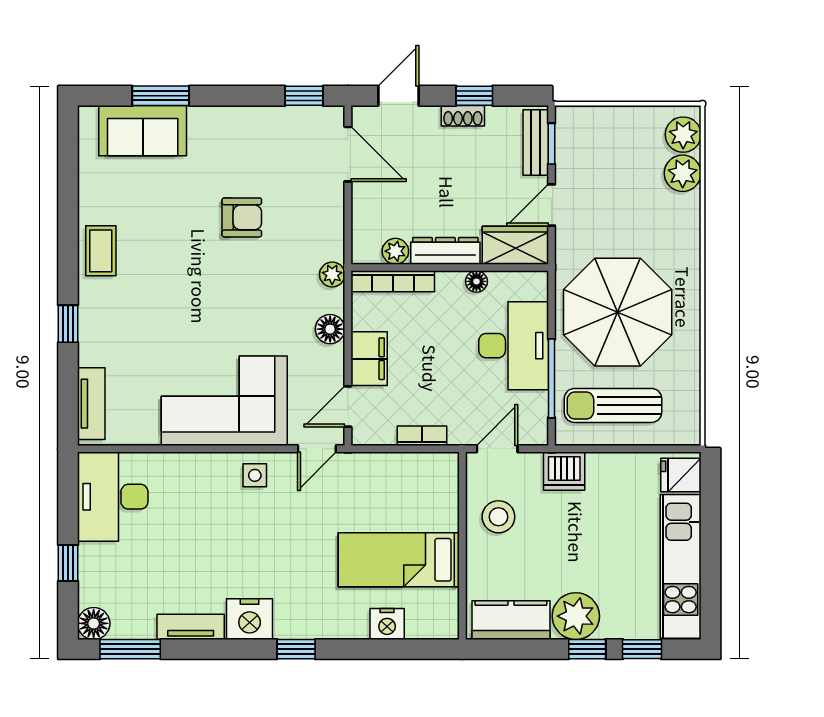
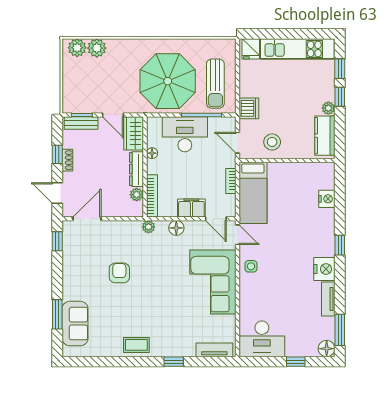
bed: (399, 560) -> (253, 193), moved
plant: (576, 616) -> (328, 108), width x0.53, depth x0.53

